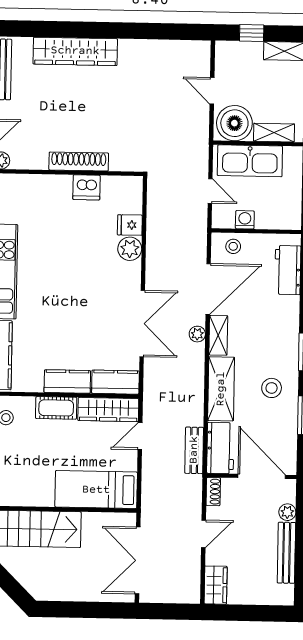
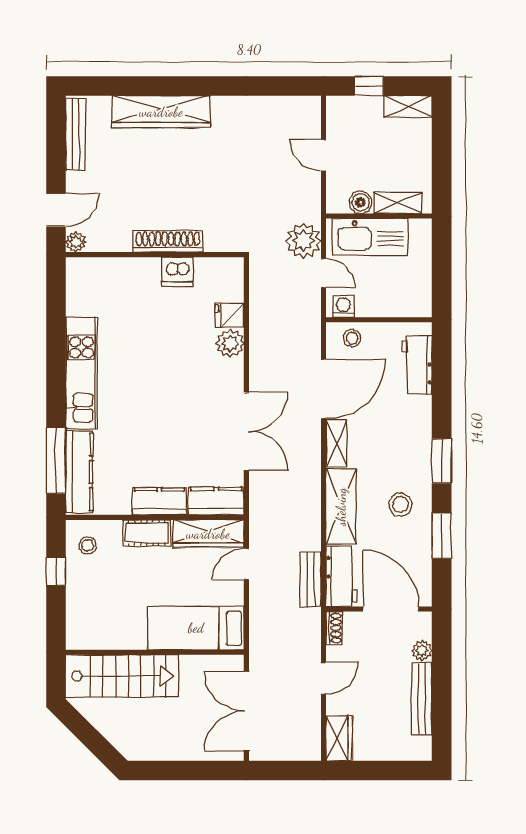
boiler: (234, 123) -> (361, 202), width x0.54, depth x0.54
washing machine: (245, 220) -> (343, 306), moved
plant: (197, 334) -> (303, 241), moved, width x1.87, depth x1.87

